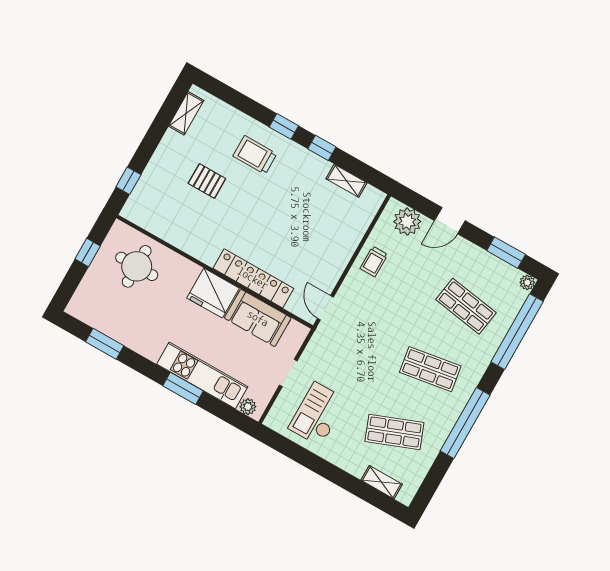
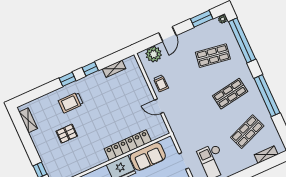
door: (325, 308) -> (159, 106), moved

